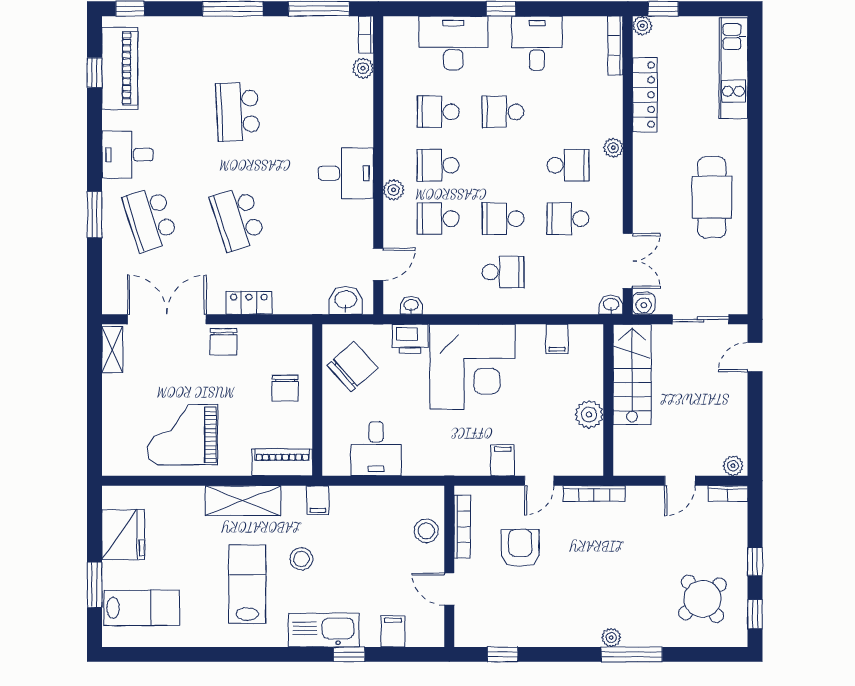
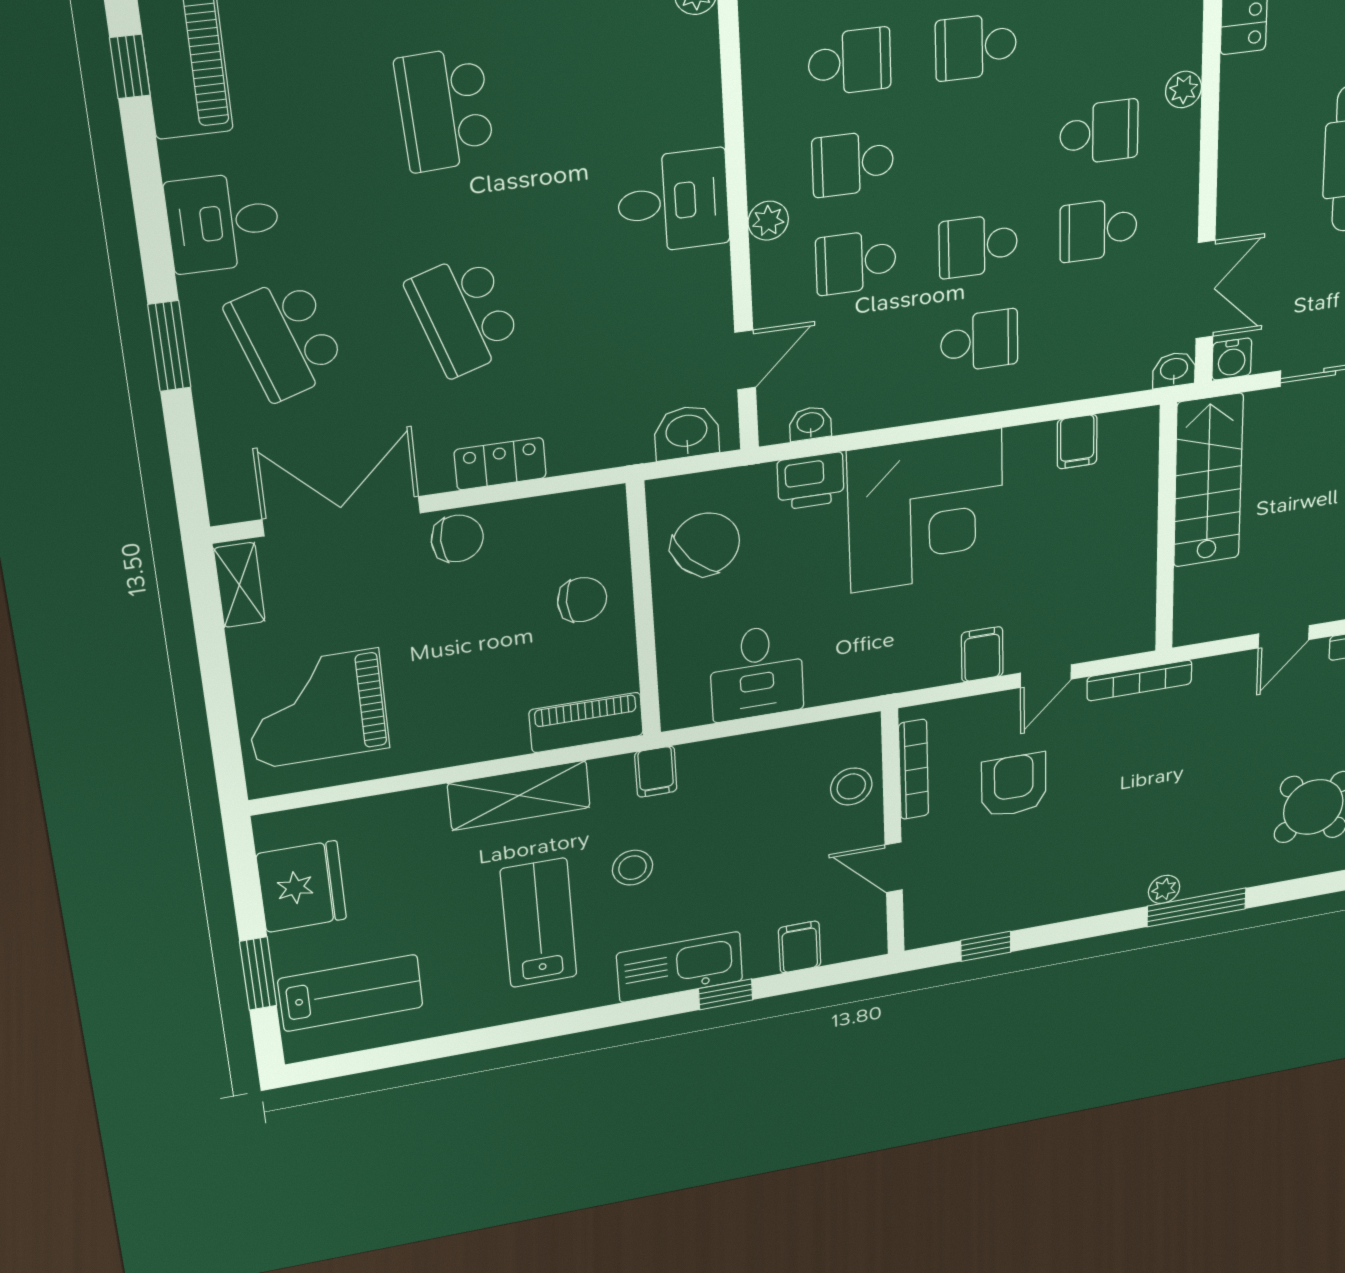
school desk: (438, 112) -> (850, 62), turned 180
chair: (224, 342) -> (457, 539), turned -90
chair: (285, 388) -> (582, 600), turned -90
plant: (589, 414) -> (1132, 557), removed
grand piano: (182, 435) -> (317, 709), moved

